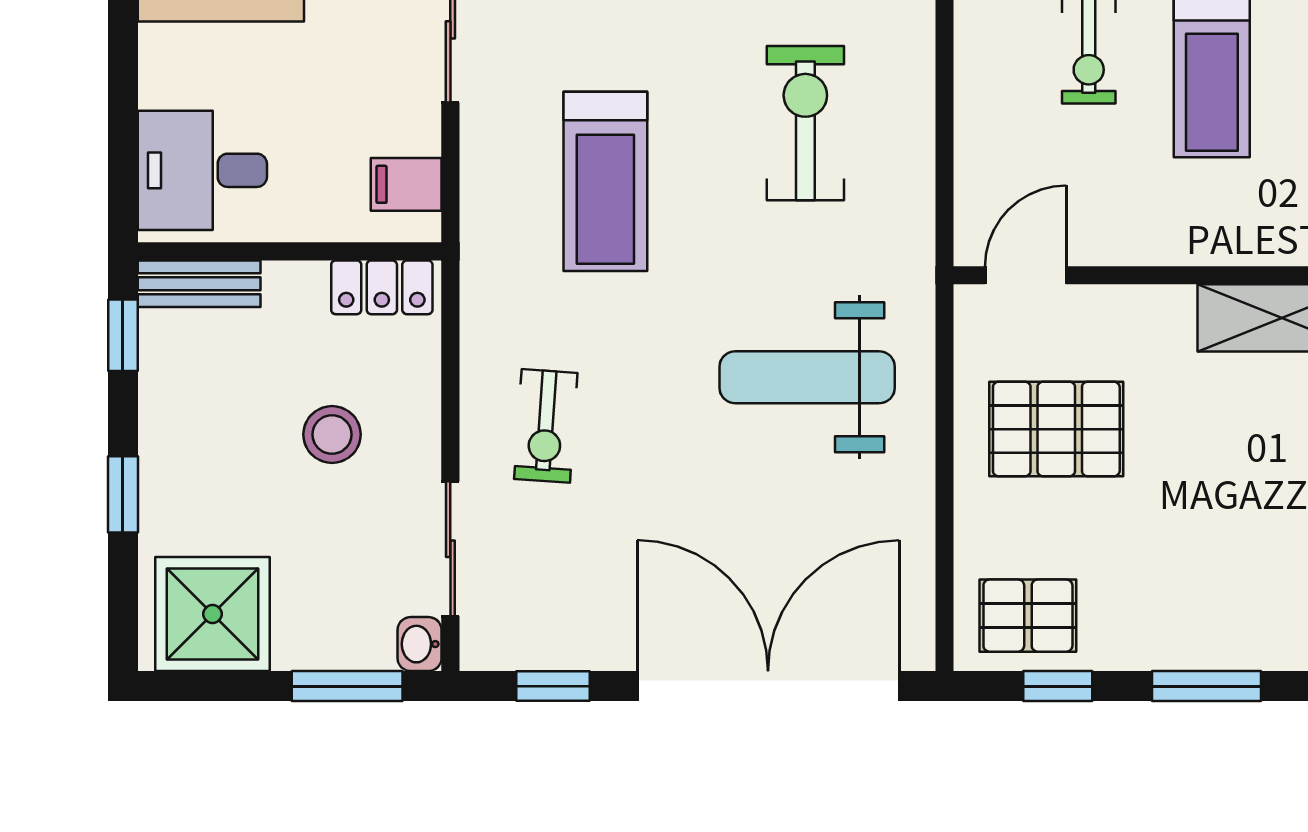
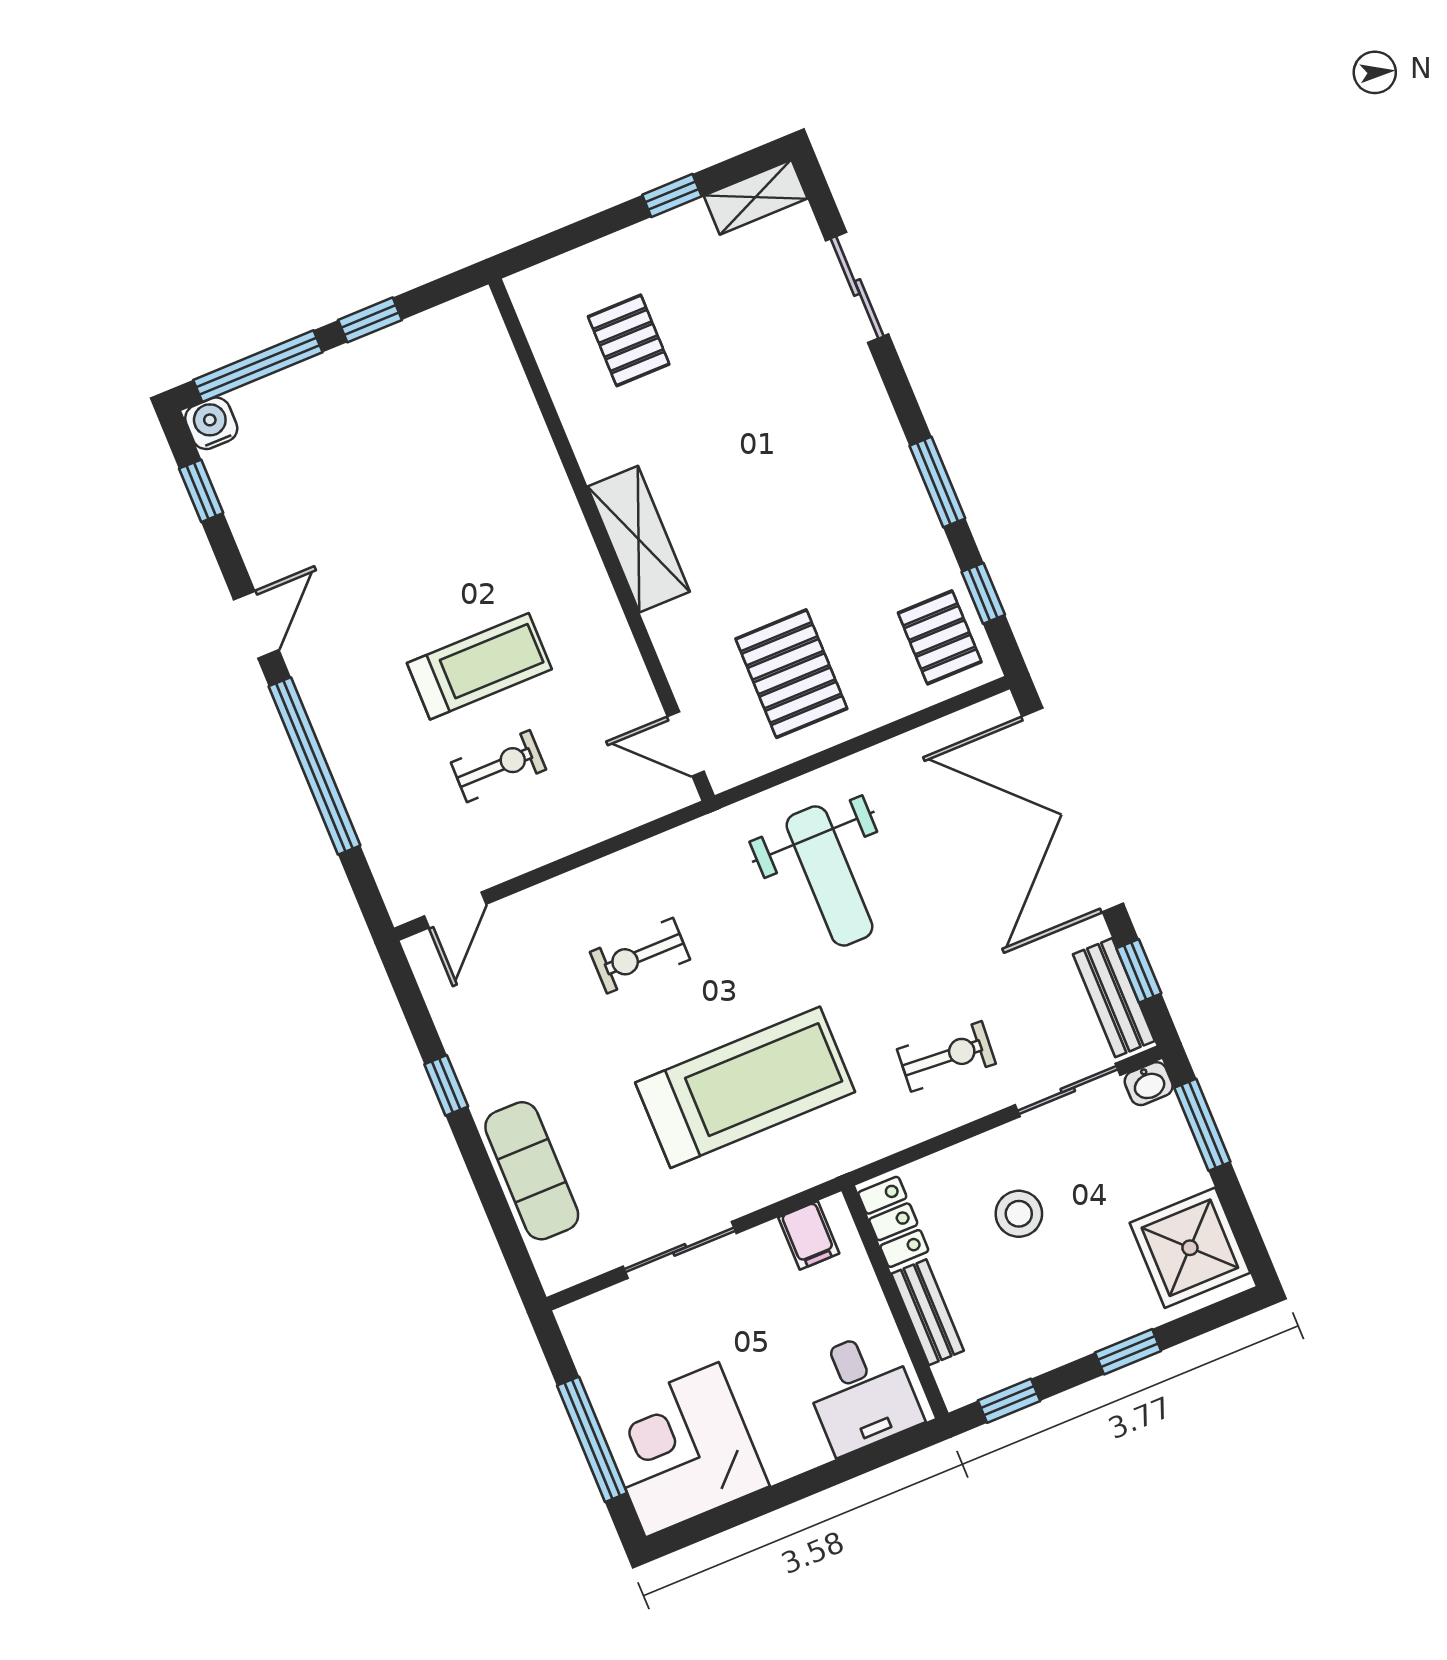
exercise bike: (805, 123) -> (640, 956), width x0.73, depth x0.72
treadmill: (605, 181) -> (745, 1087), width x1.37, depth x1.38
bench: (199, 284) -> (928, 1312), moved
bench: (534, 645) -> (1114, 998), added

